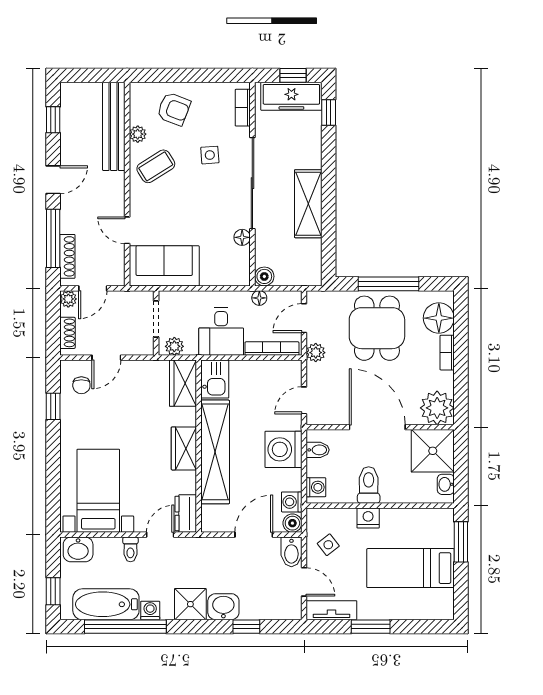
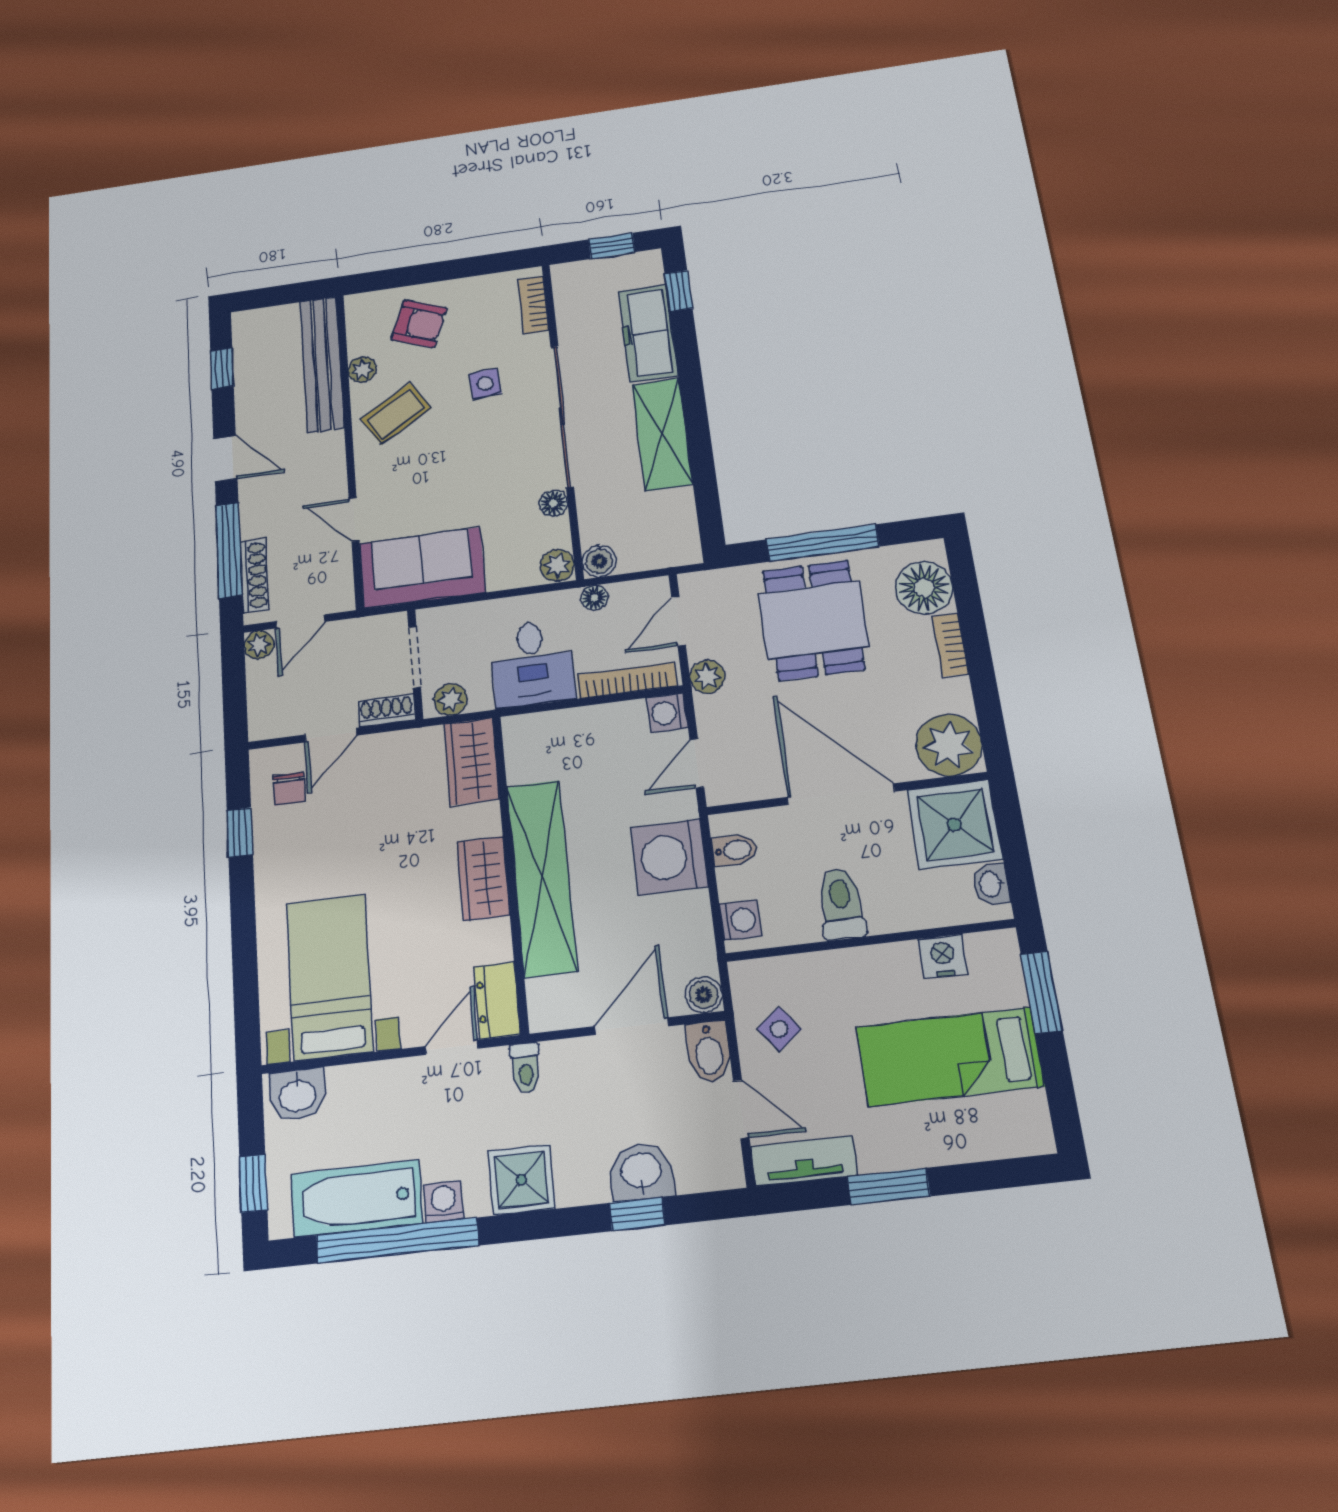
freezer: (291, 96) -> (648, 333), moved, turned 90
door: (53, 180) -> (225, 459), hinge flipped
plant: (241, 275) -> (557, 565), added
shoe rack: (67, 333) -> (386, 711), moved, turned -90
kitchen sink: (215, 379) -> (529, 747), removed
washing machine: (292, 502) -> (667, 713), moved
nightstand: (368, 518) -> (943, 956), moved
toilet: (130, 549) -> (526, 1068), moved
washbasin: (223, 607) -> (641, 1172), moved

